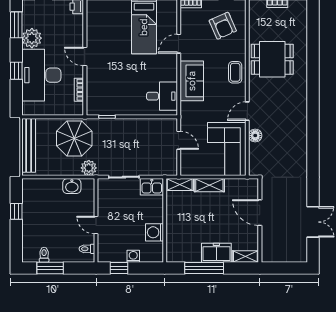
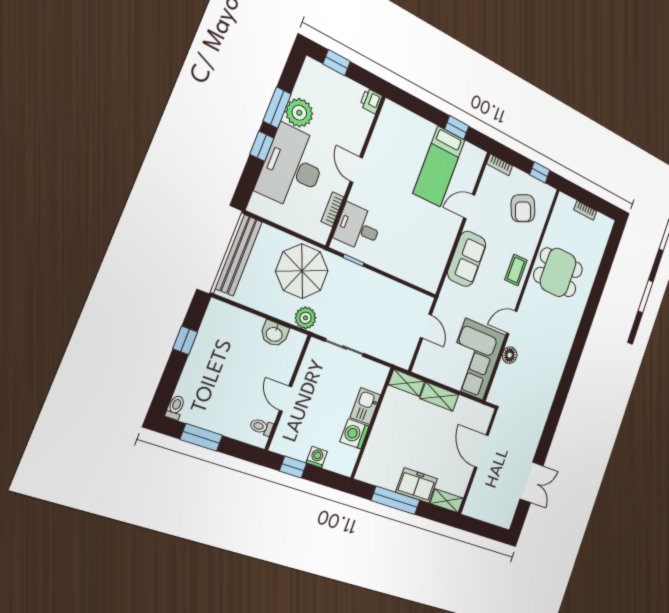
window: (16, 25) -> (277, 107), moved
desk: (162, 96) -> (358, 228), moved, turned 180
kitchen sink: (152, 187) -> (365, 406), moved, turned 90
toilet: (44, 255) -> (175, 407), moved

